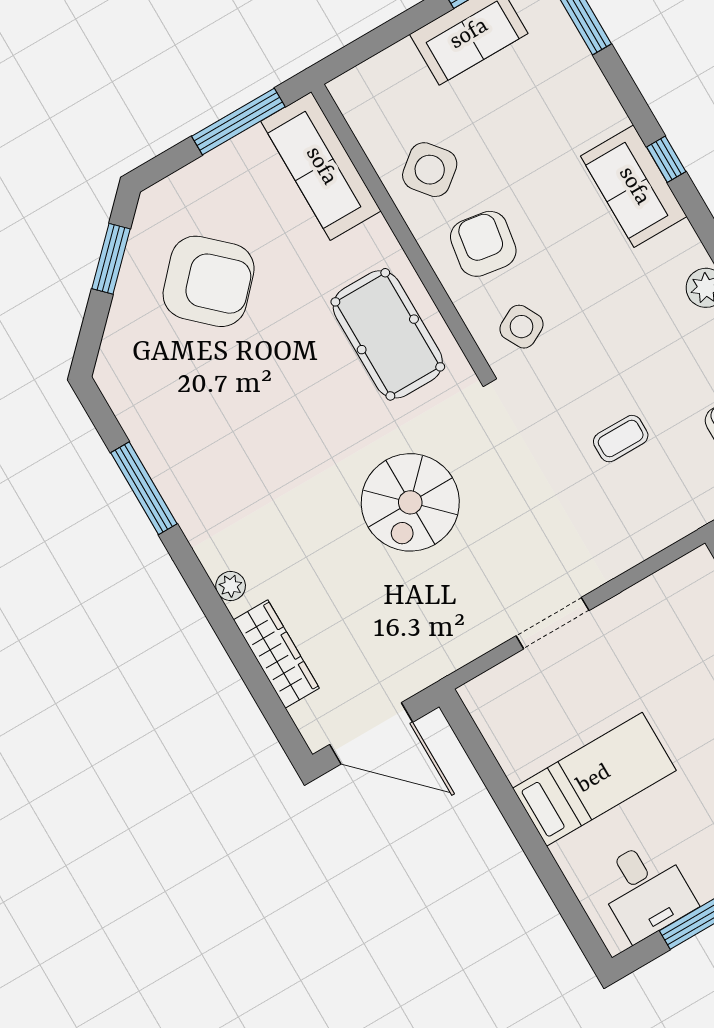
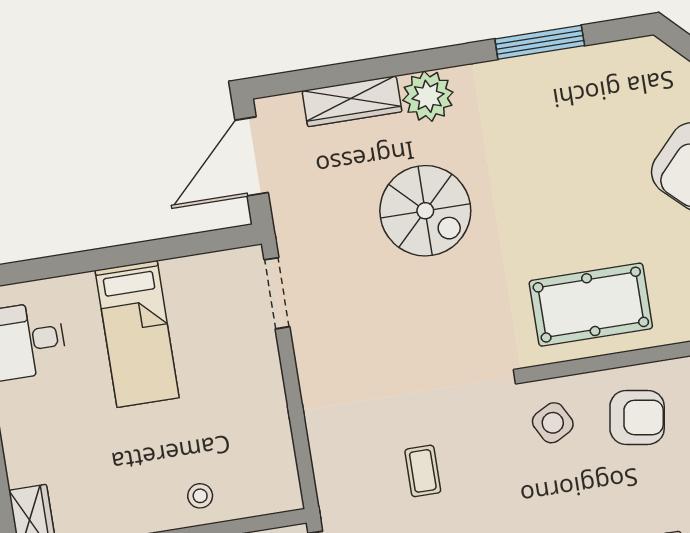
spiral stairs: (410, 502) -> (425, 211), moved, turned 180
plant: (231, 586) -> (428, 96), width x1.87, depth x1.87
doorway: (553, 623) -> (277, 293), moved

